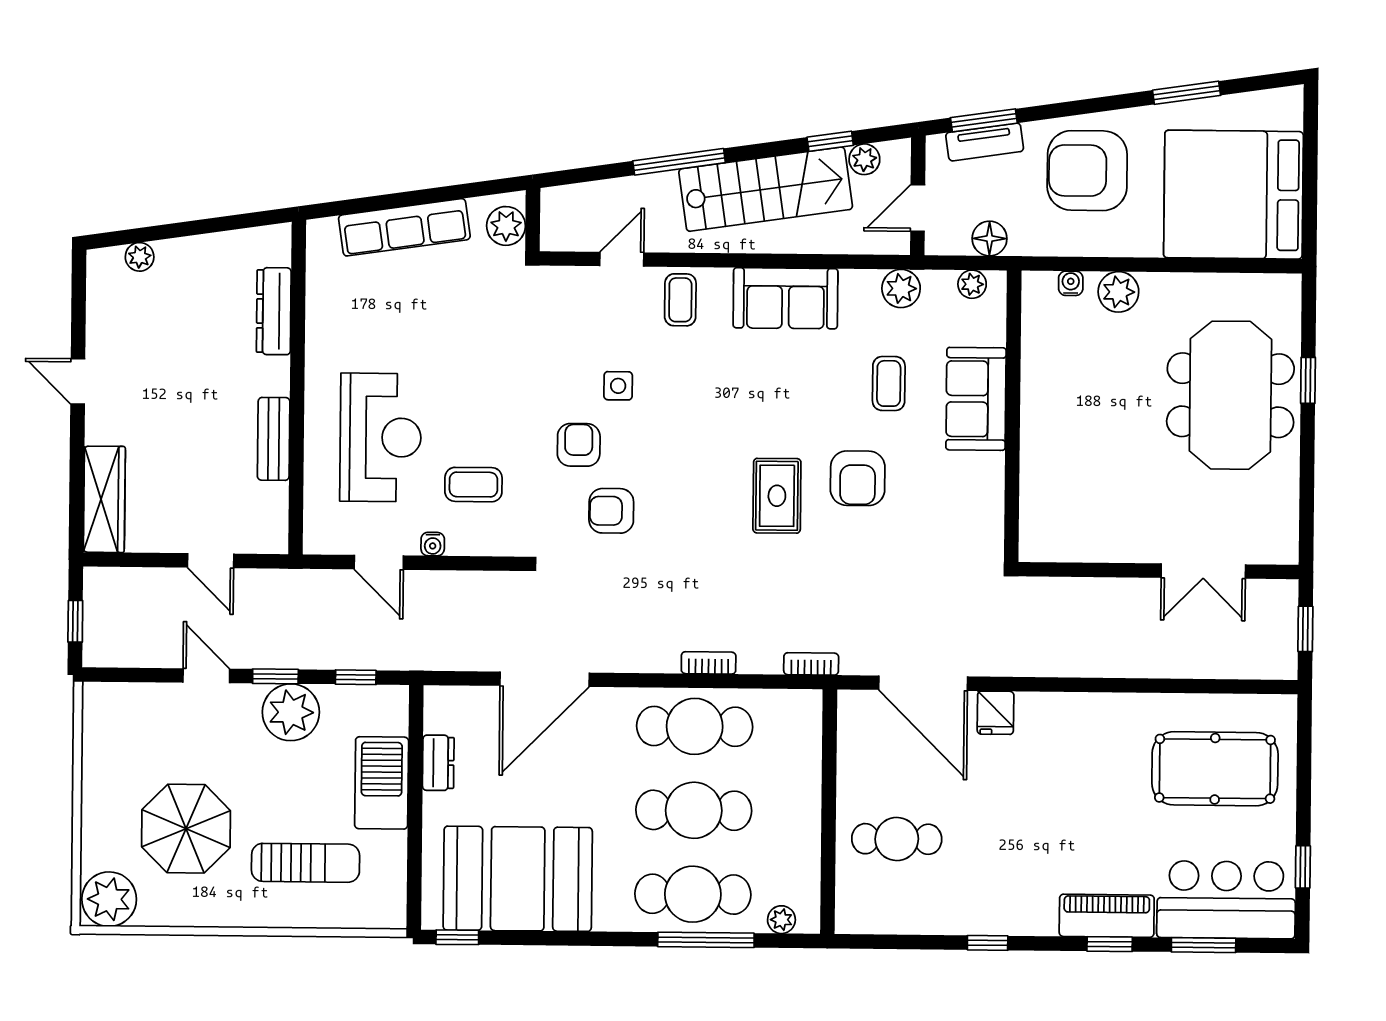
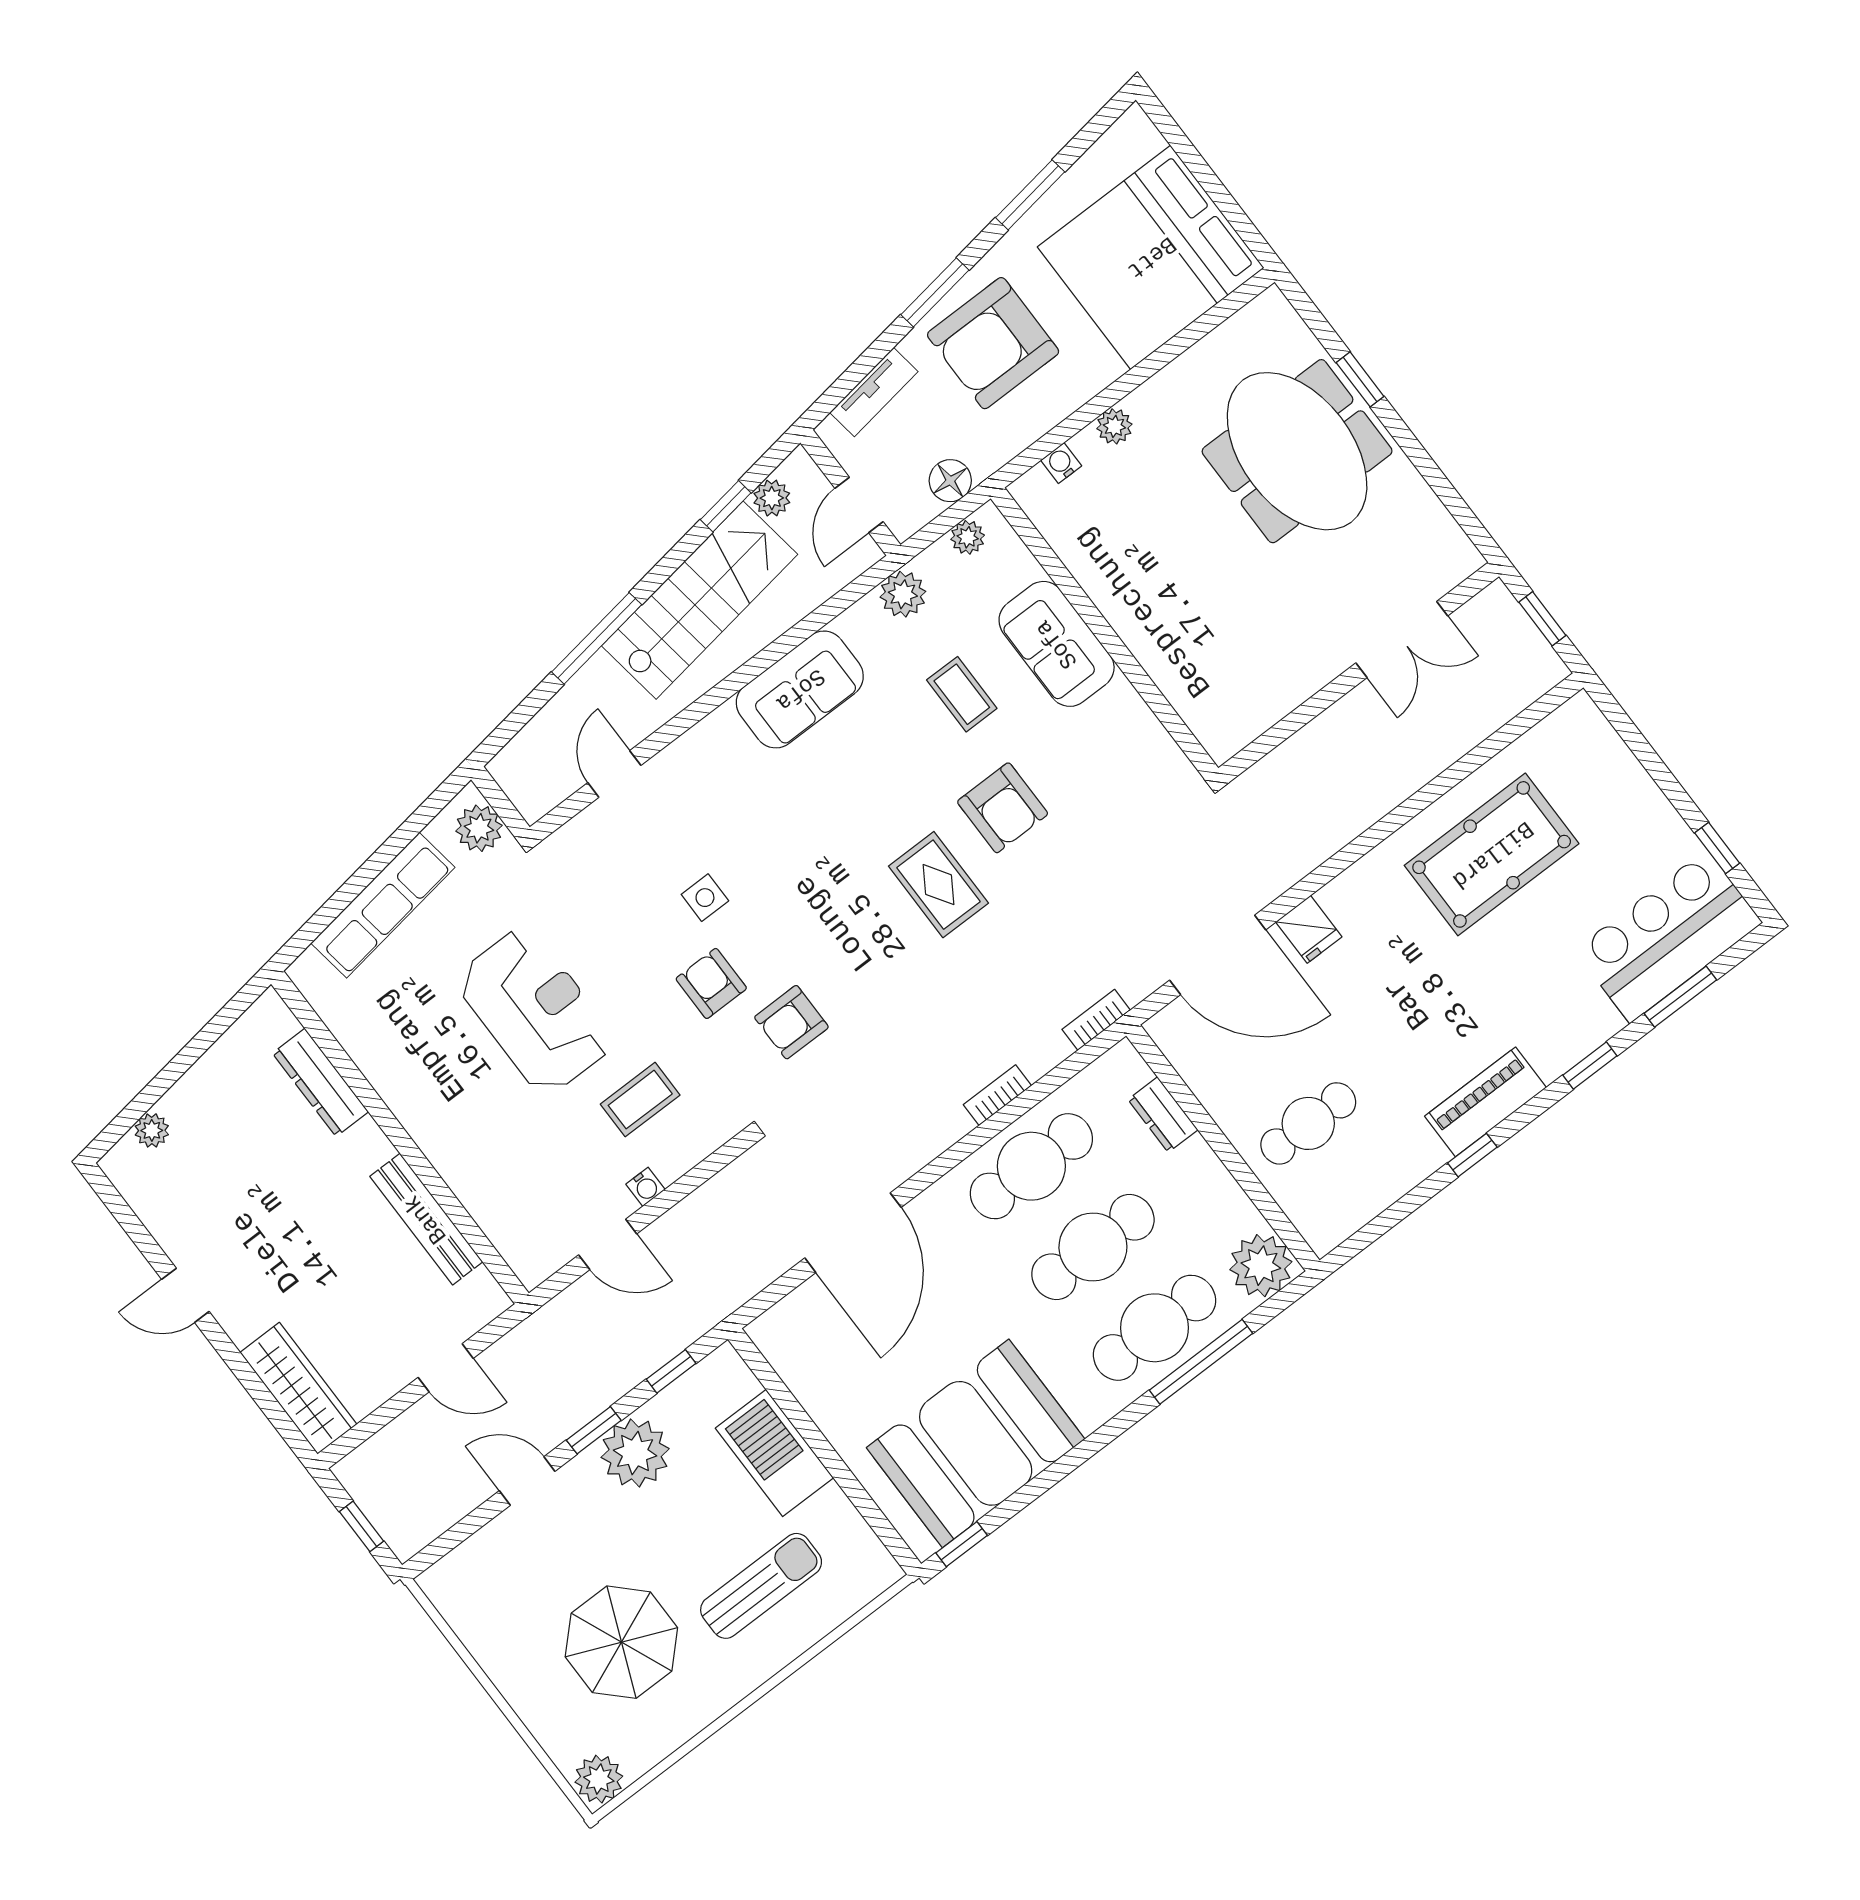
window: (984, 120) -> (935, 292), moved
plant: (1118, 292) -> (1114, 426), width x0.73, depth x0.73
coffee table: (680, 300) -> (700, 769), removed
reception desk: (380, 437) -> (535, 1011), moved
bench: (274, 439) -> (426, 1219), width x1.36
dresser: (438, 763) -> (1163, 1115), moved, turned 180
pool table: (1215, 769) -> (1492, 854), moved
plant: (109, 899) -> (599, 1779), width x0.73, depth x0.73
piano: (1107, 916) -> (1486, 1102), moved
plant: (781, 920) -> (1261, 1266), width x1.88, depth x1.88

